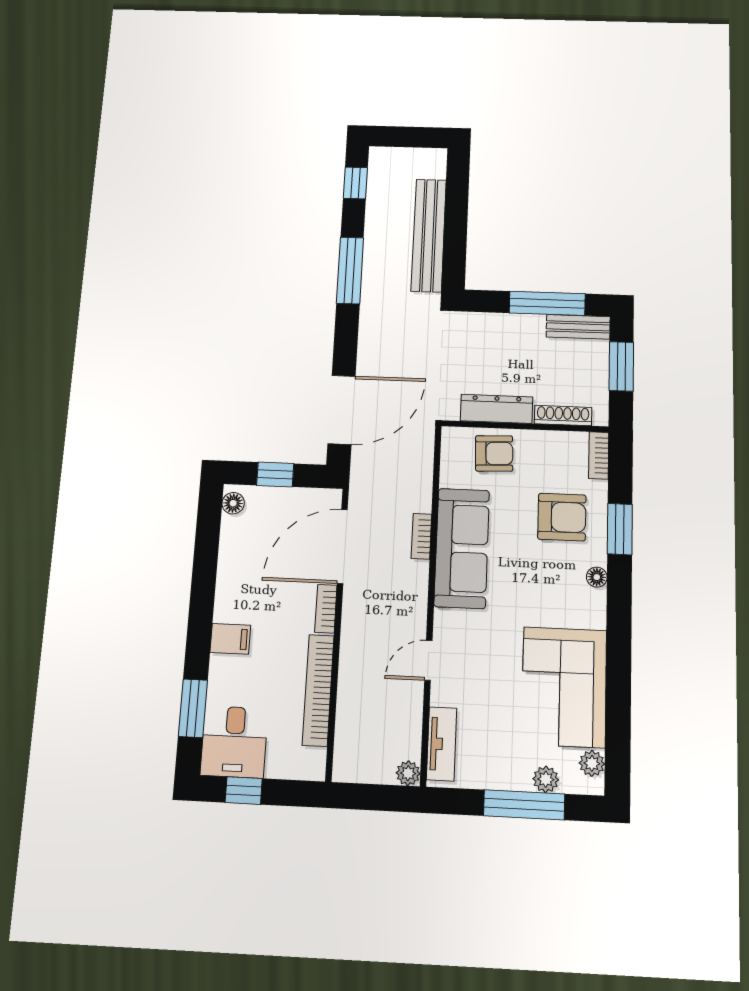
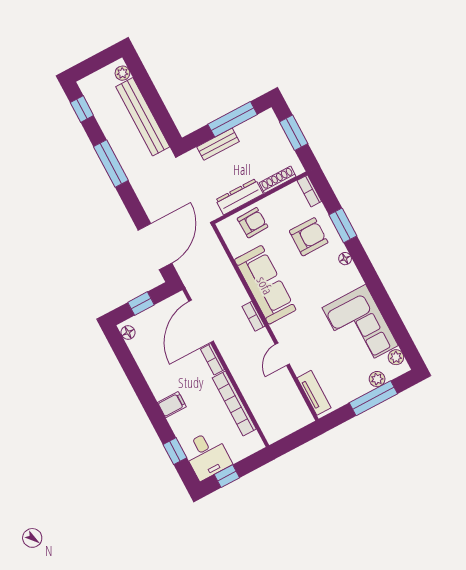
bench: (578, 327) -> (218, 144), moved
bookcase: (421, 536) -> (253, 316), moved
window: (193, 708) -> (175, 451), width x0.67
plant: (408, 773) -> (122, 73), moved

